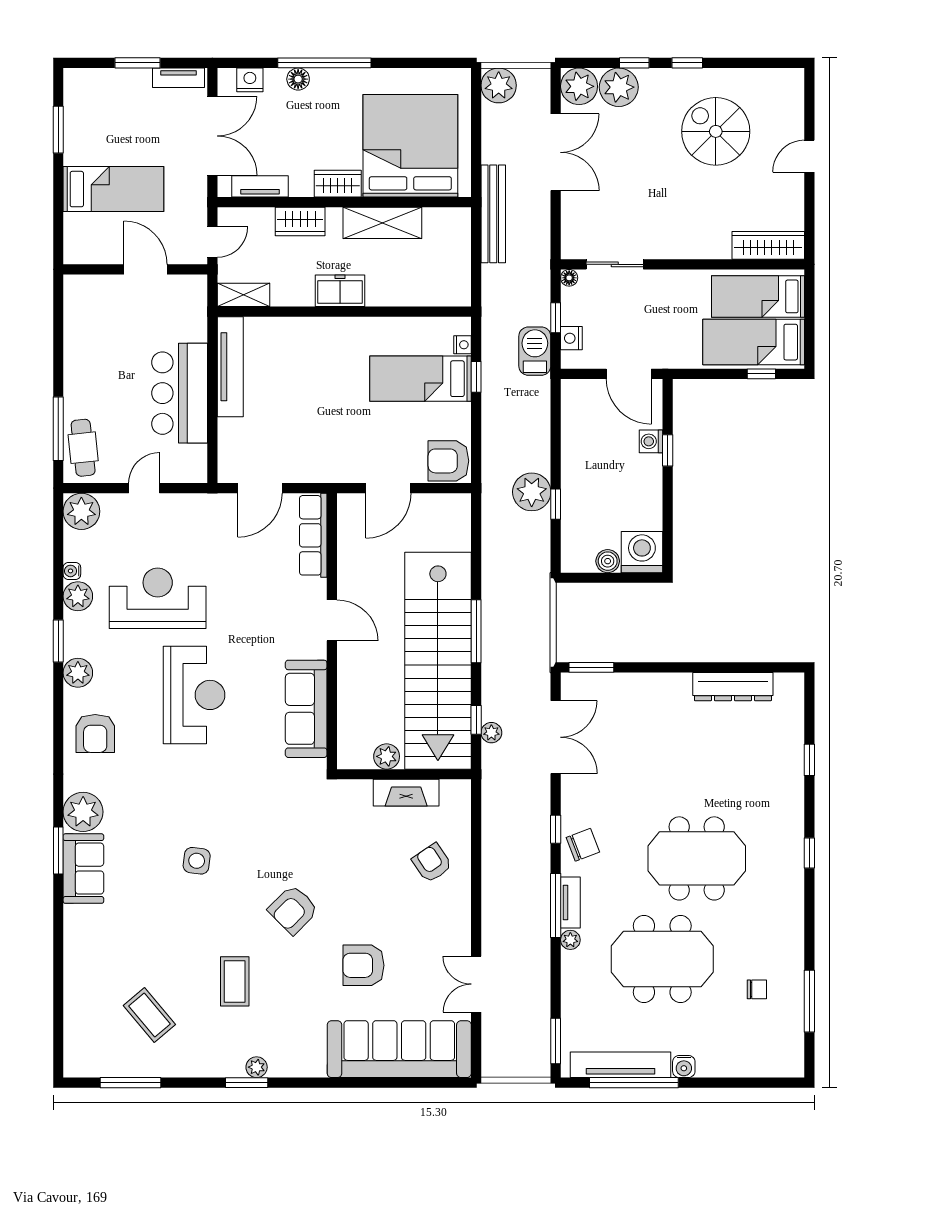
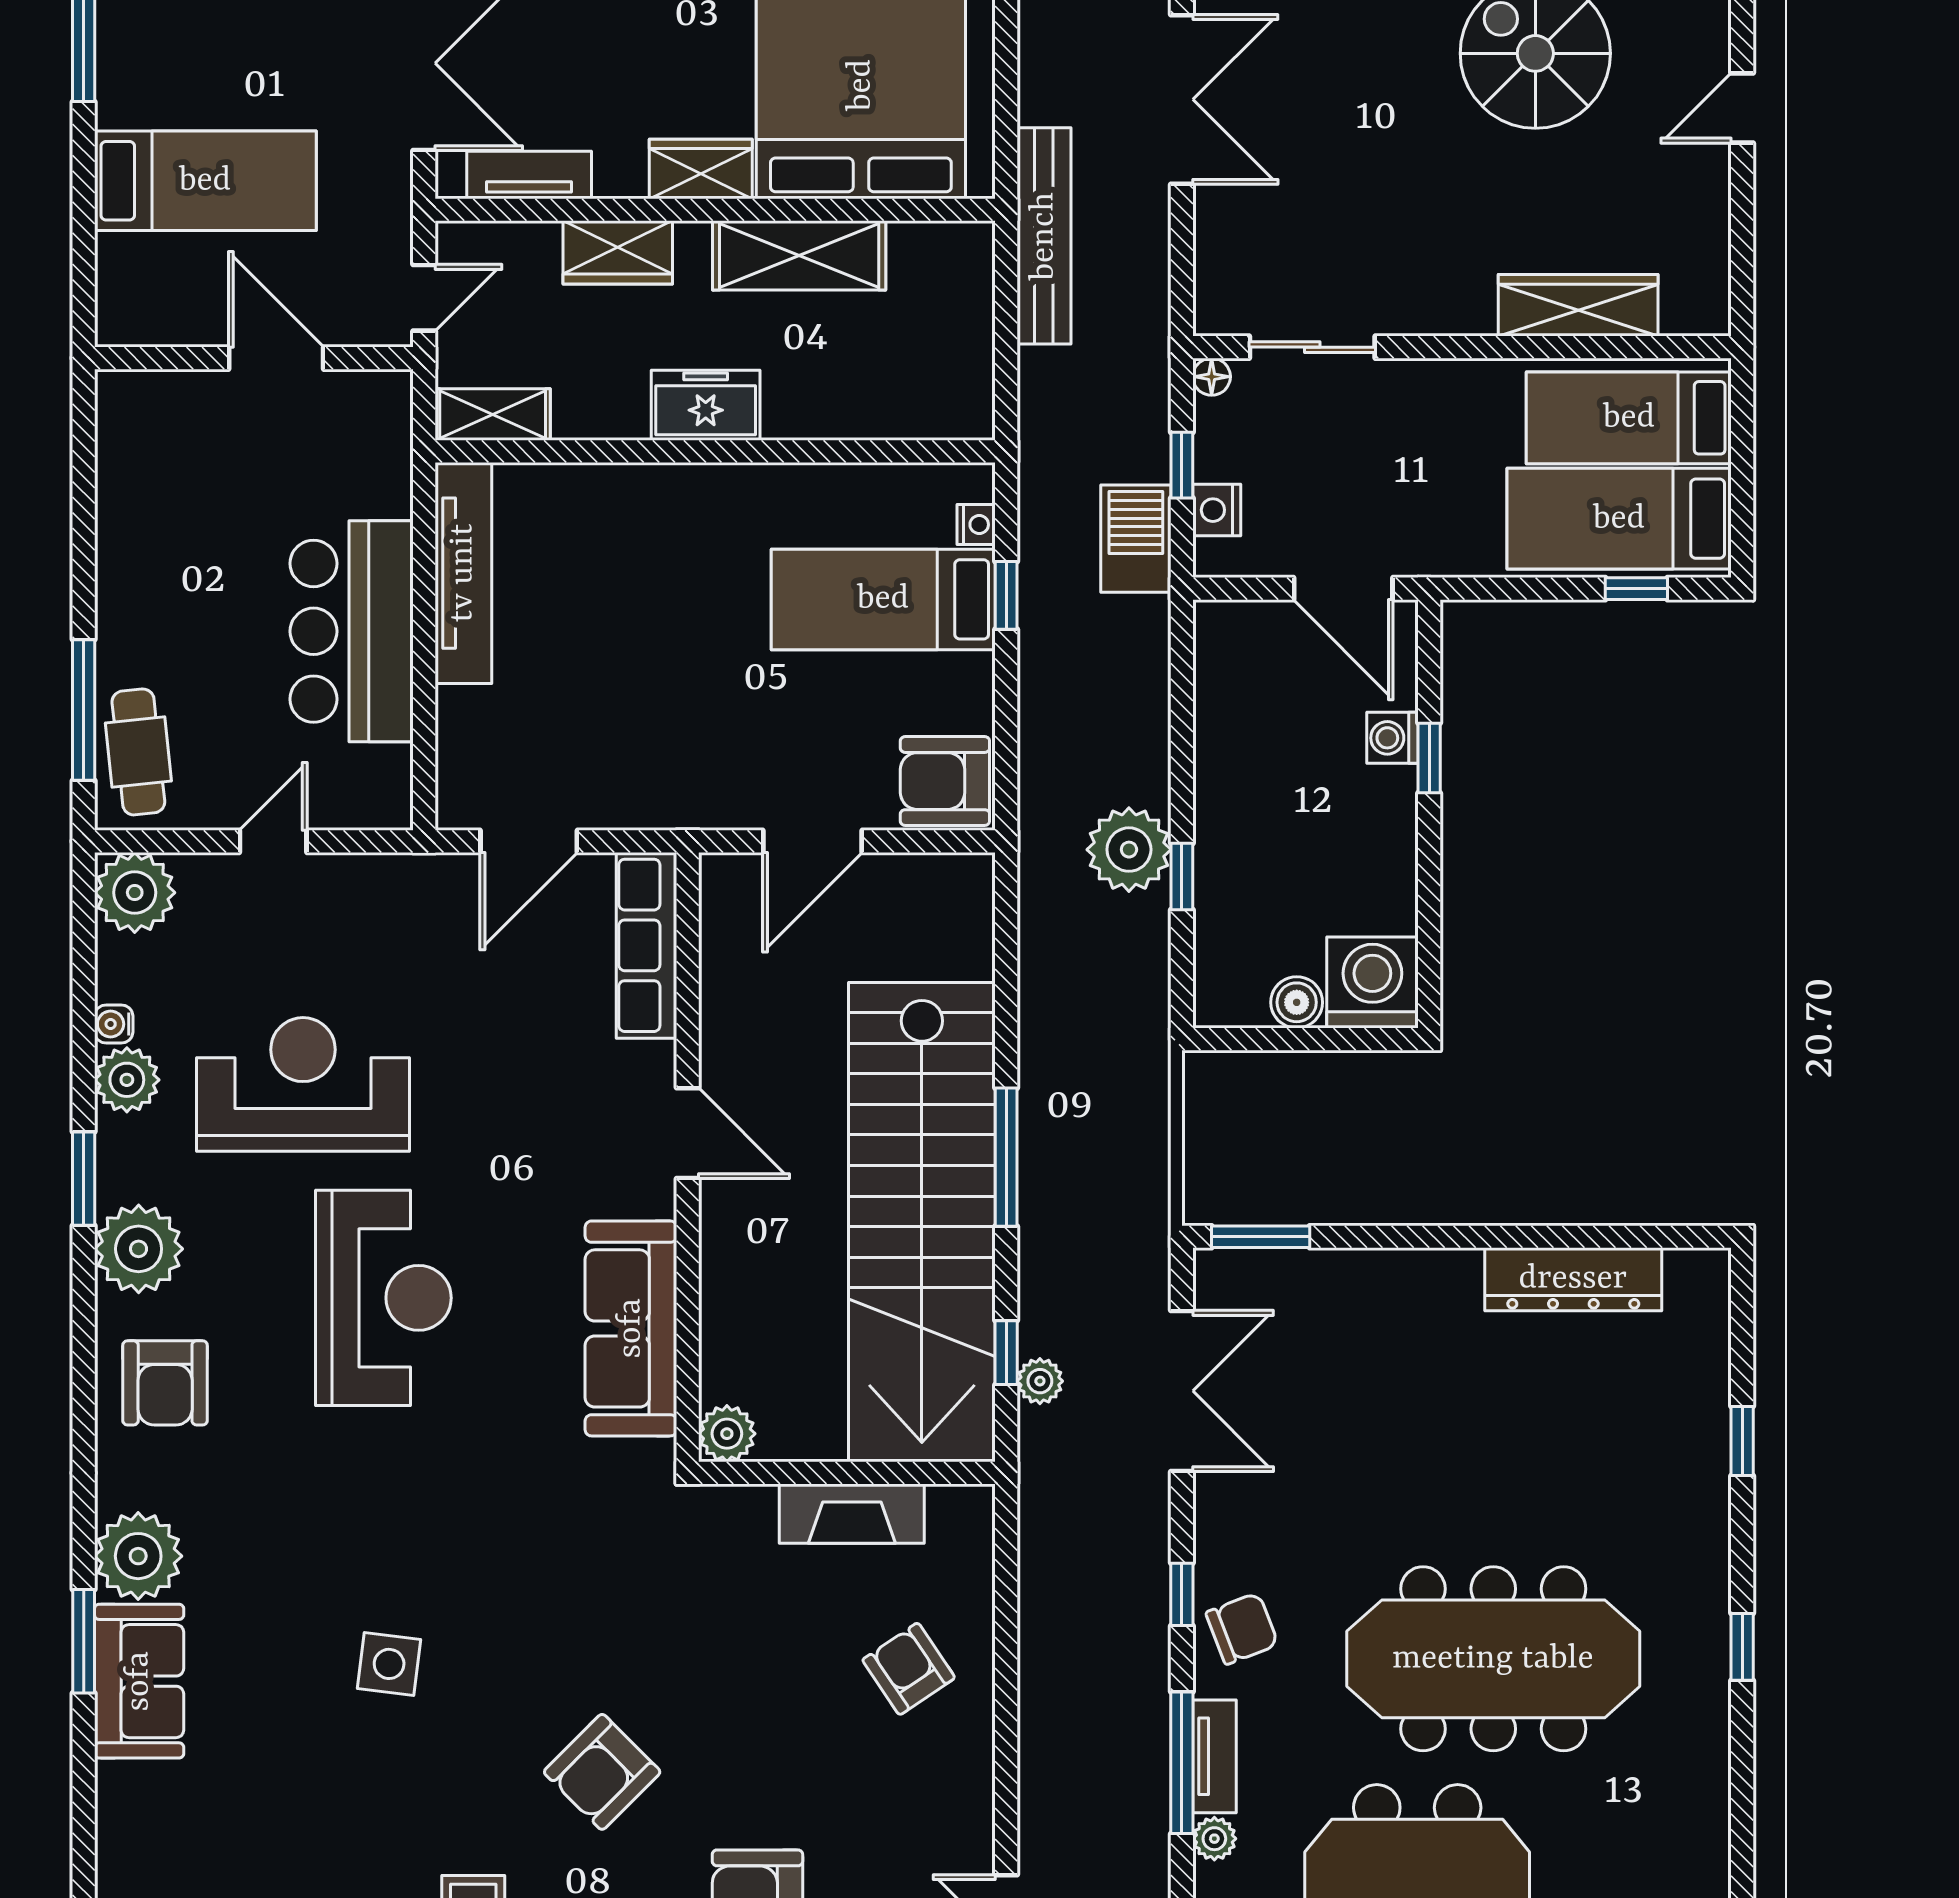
wardrobe: (768, 245) -> (1578, 305), moved
plant: (78, 673) -> (139, 1249), width x1.36, depth x1.36
plant: (387, 756) -> (727, 1434), moved
meeting table: (697, 858) -> (1493, 1659), width x1.36

